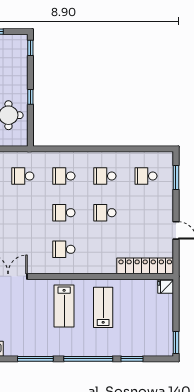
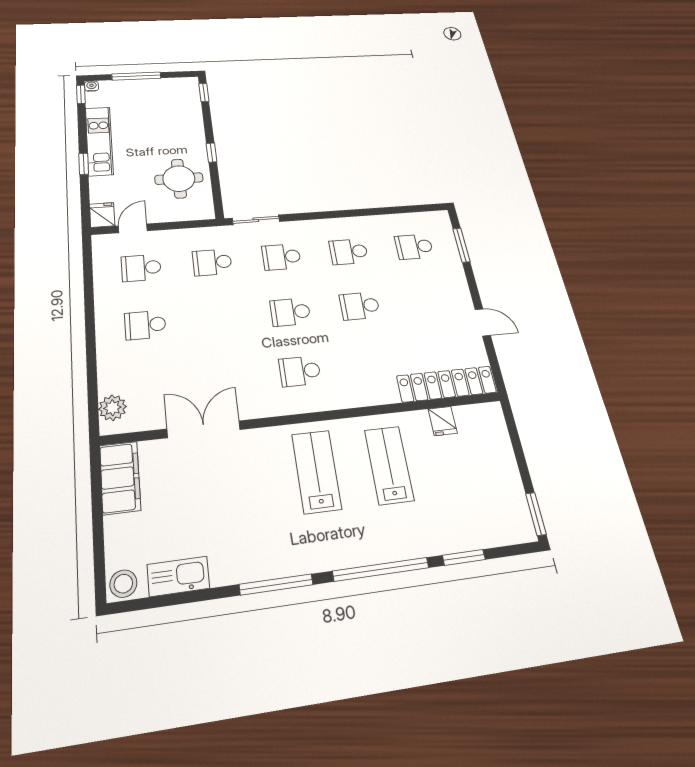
sliding door: (52, 149) -> (256, 220), added
fridge: (166, 287) -> (443, 421), moved, turned -90
lab bench: (64, 306) -> (316, 471), turned 180

